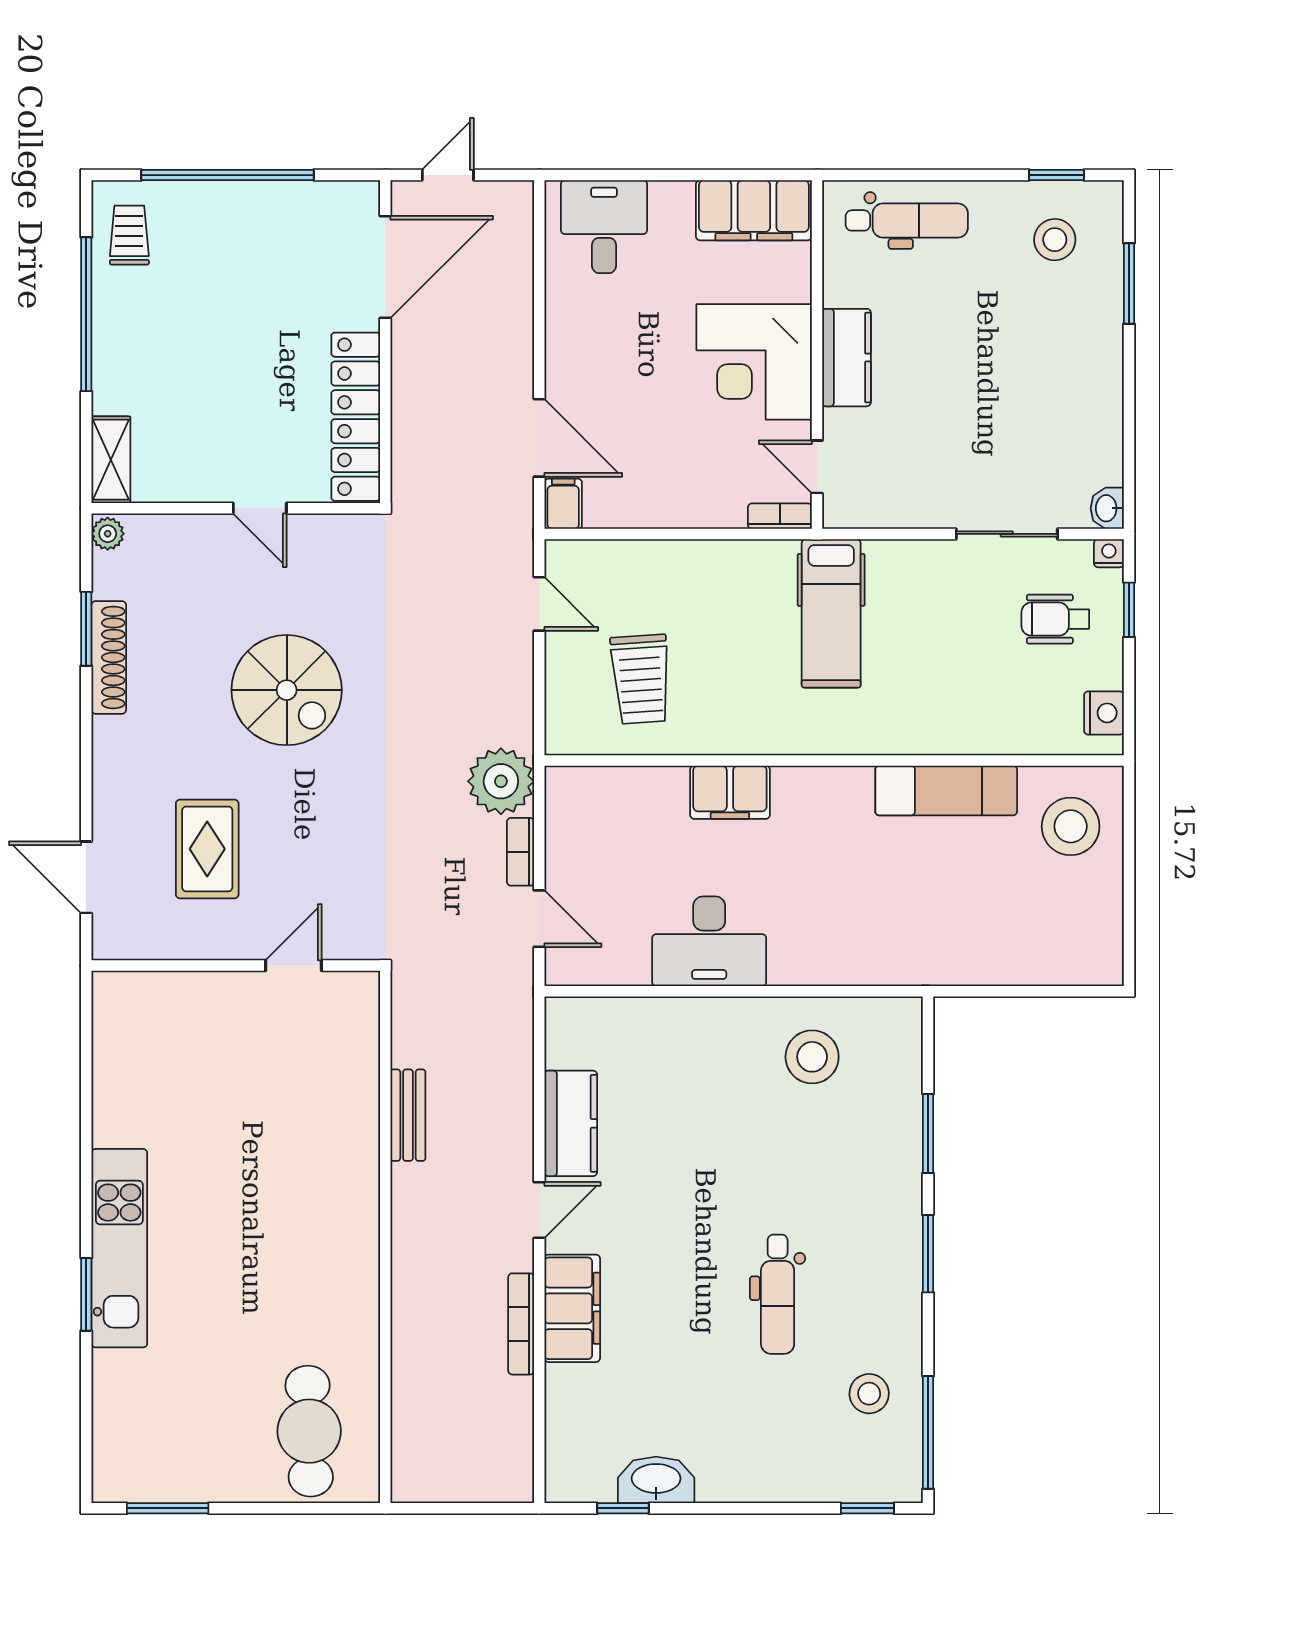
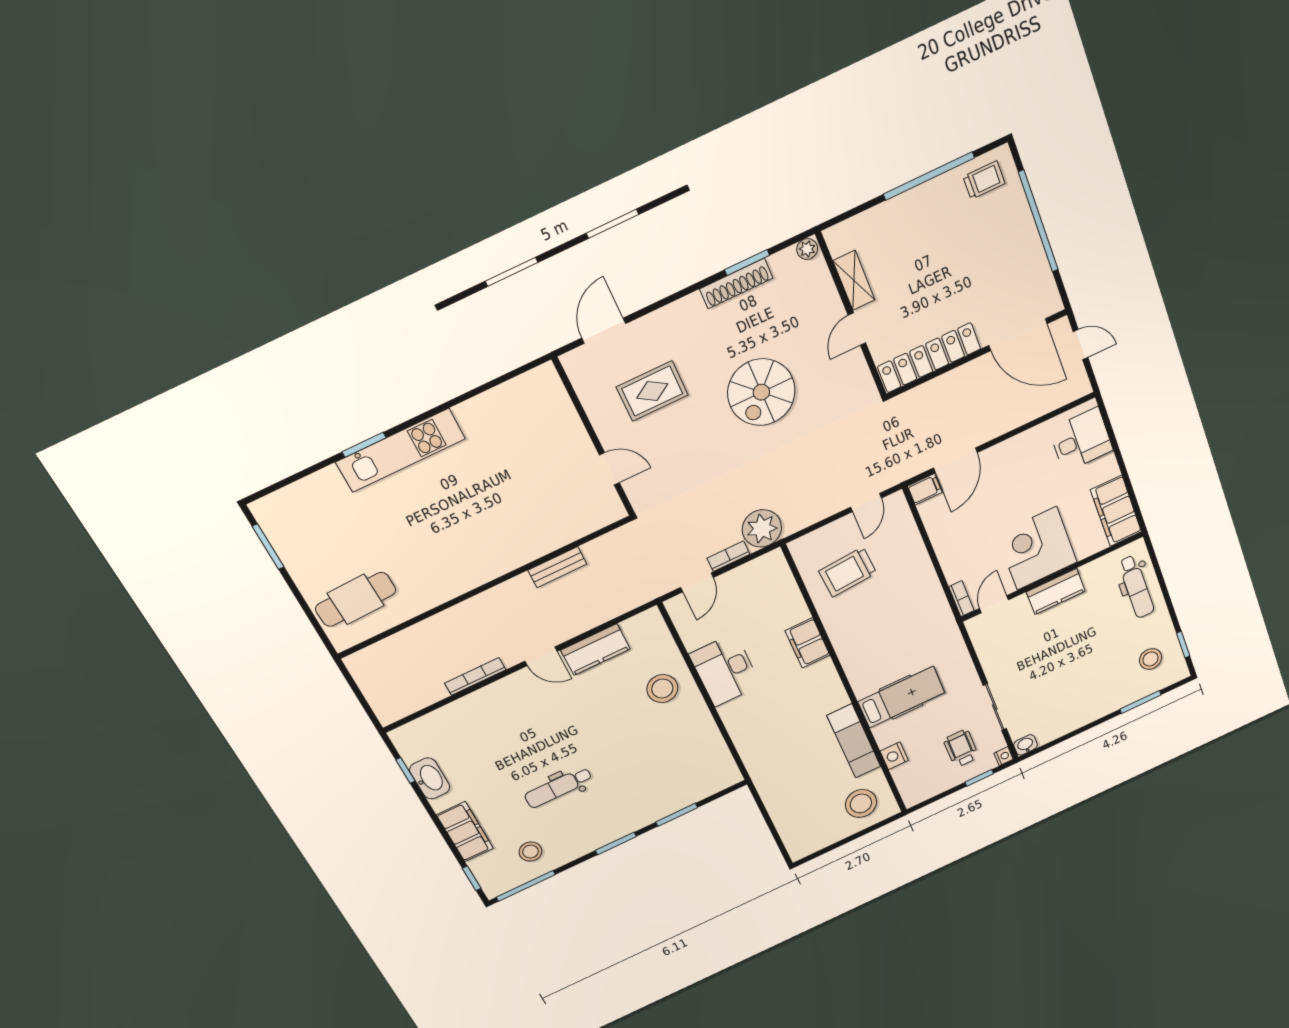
shelving: (111, 460) -> (854, 280), moved, turned 90
hospital bed: (831, 613) -> (901, 697), moved, turned 180
nightstand: (1104, 713) -> (894, 756), moved, turned 90
stool: (812, 1057) -> (662, 689), moved
filing cabinet: (572, 1308) -> (465, 832), moved, turned -90

